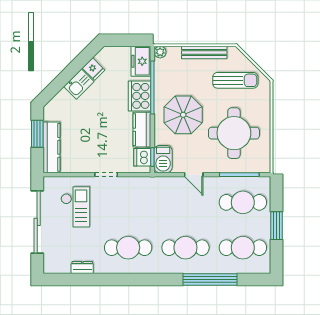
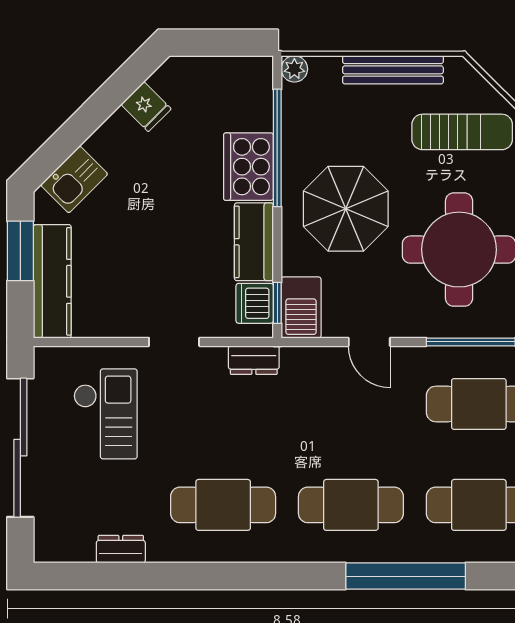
freezer: (141, 61) -> (251, 89), removed
kitchen sink: (79, 84) -> (74, 179), moved
dresser: (142, 183) -> (254, 360), added

